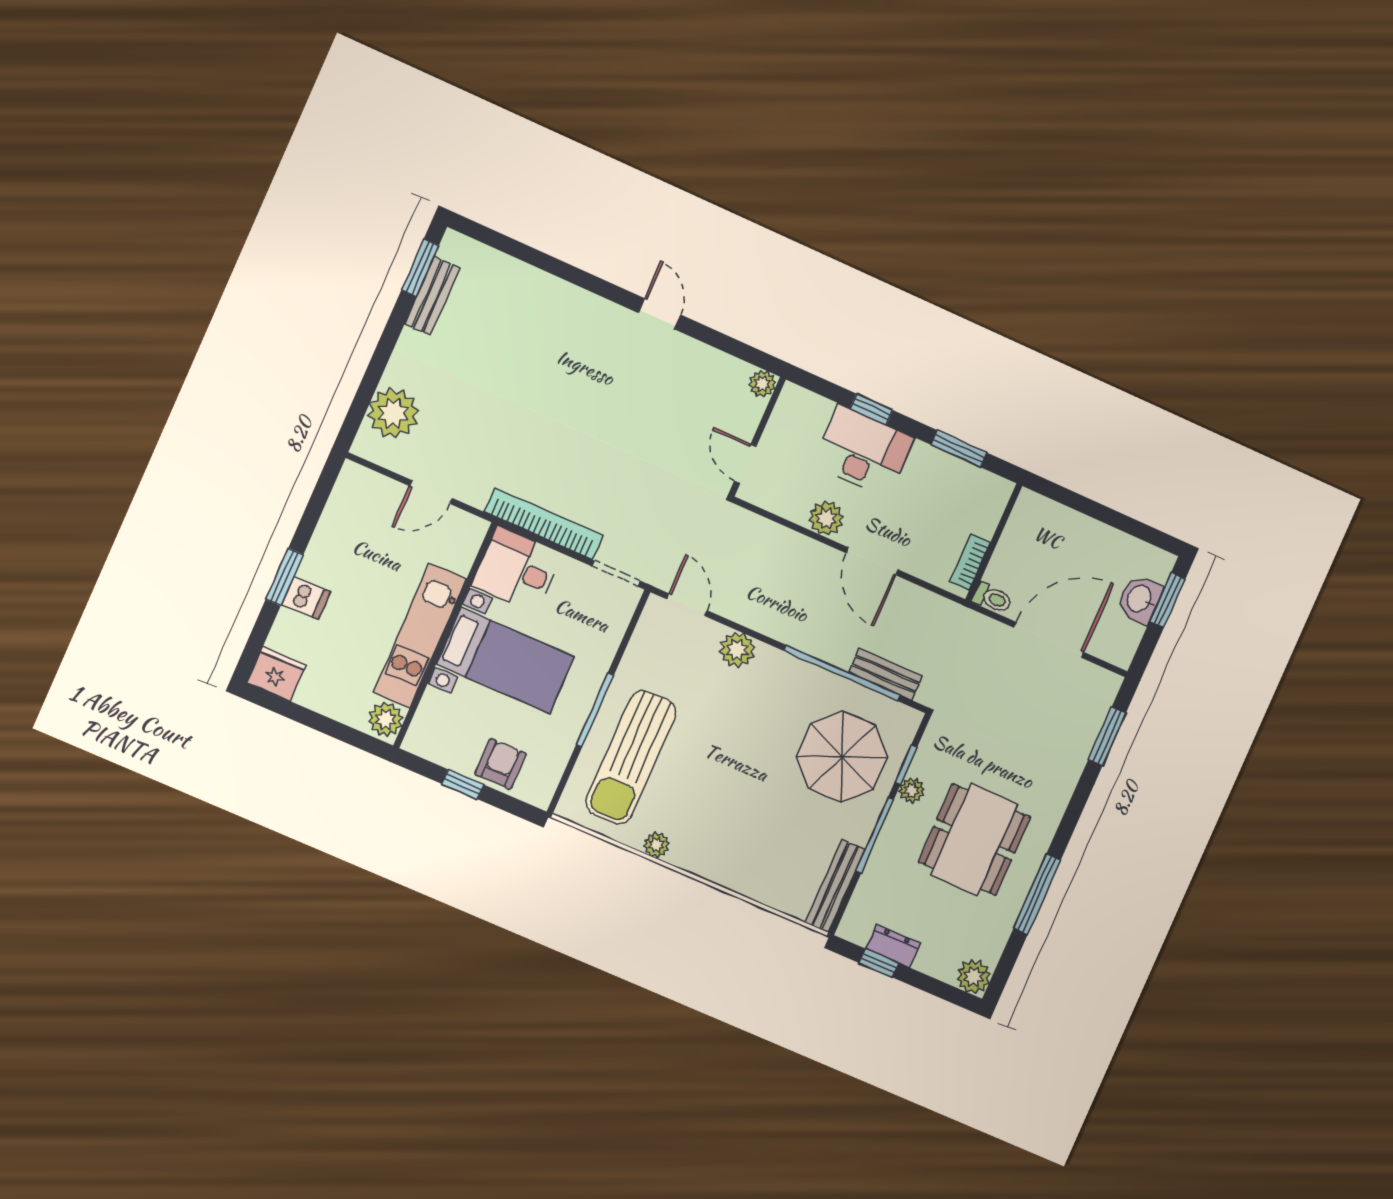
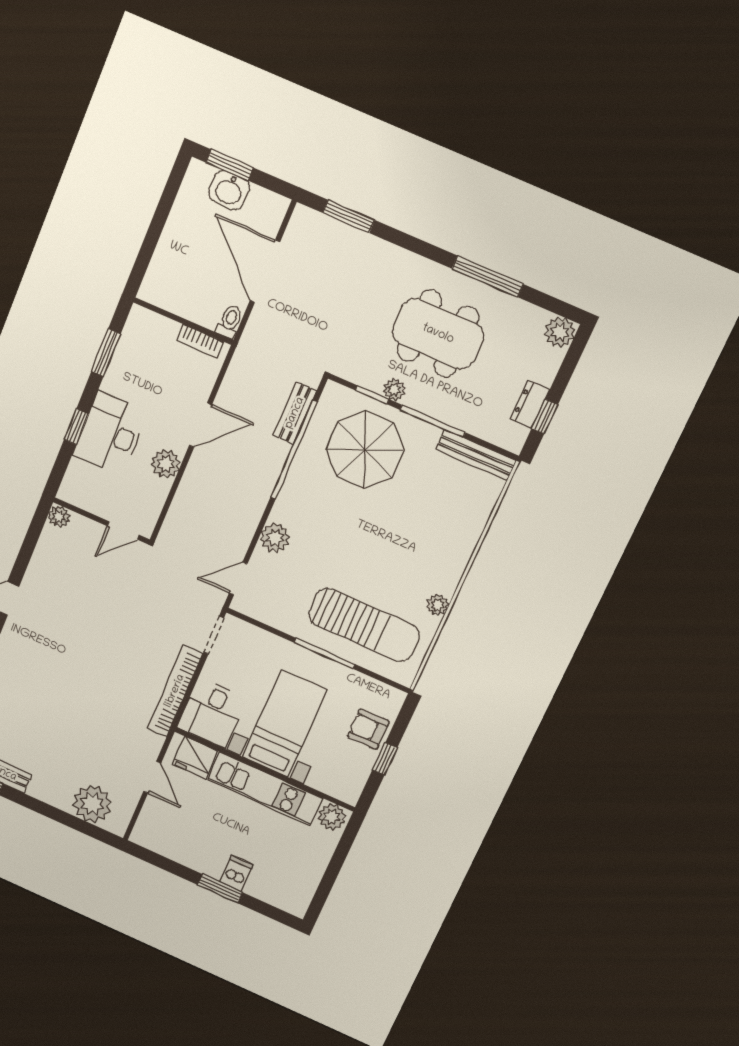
fridge: (276, 674) -> (195, 757), moved, turned -90

